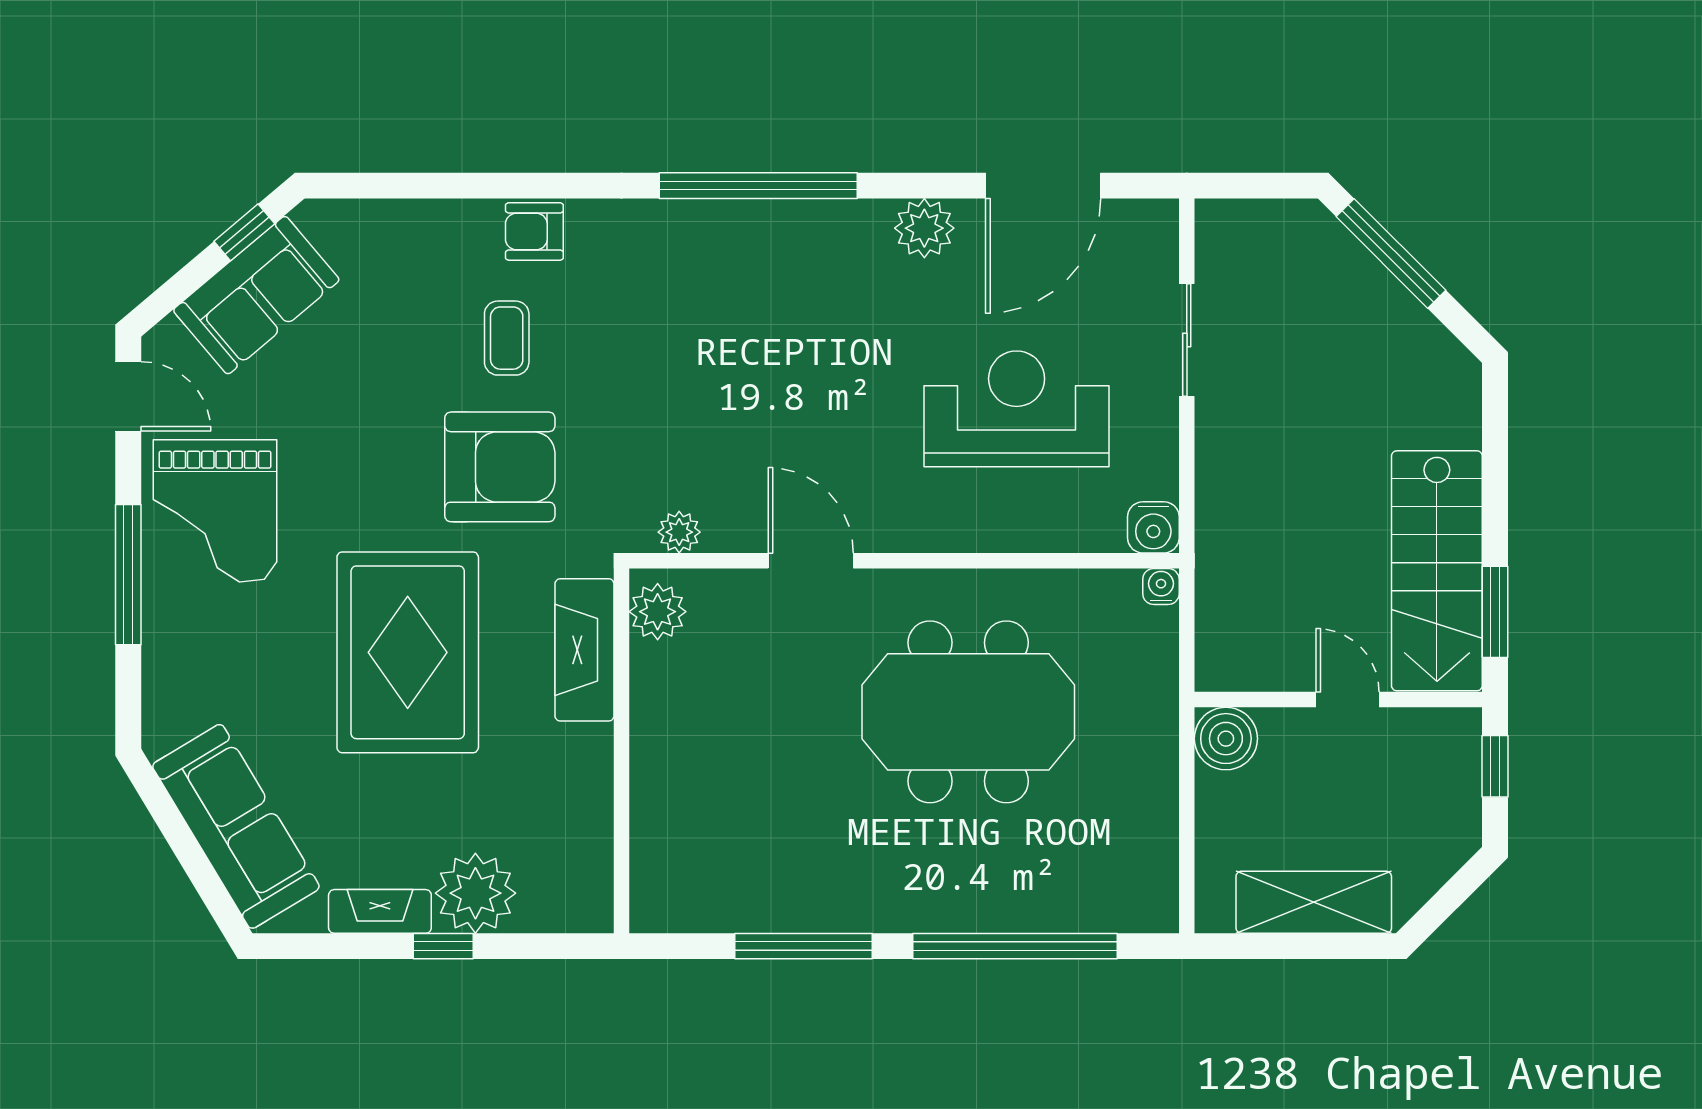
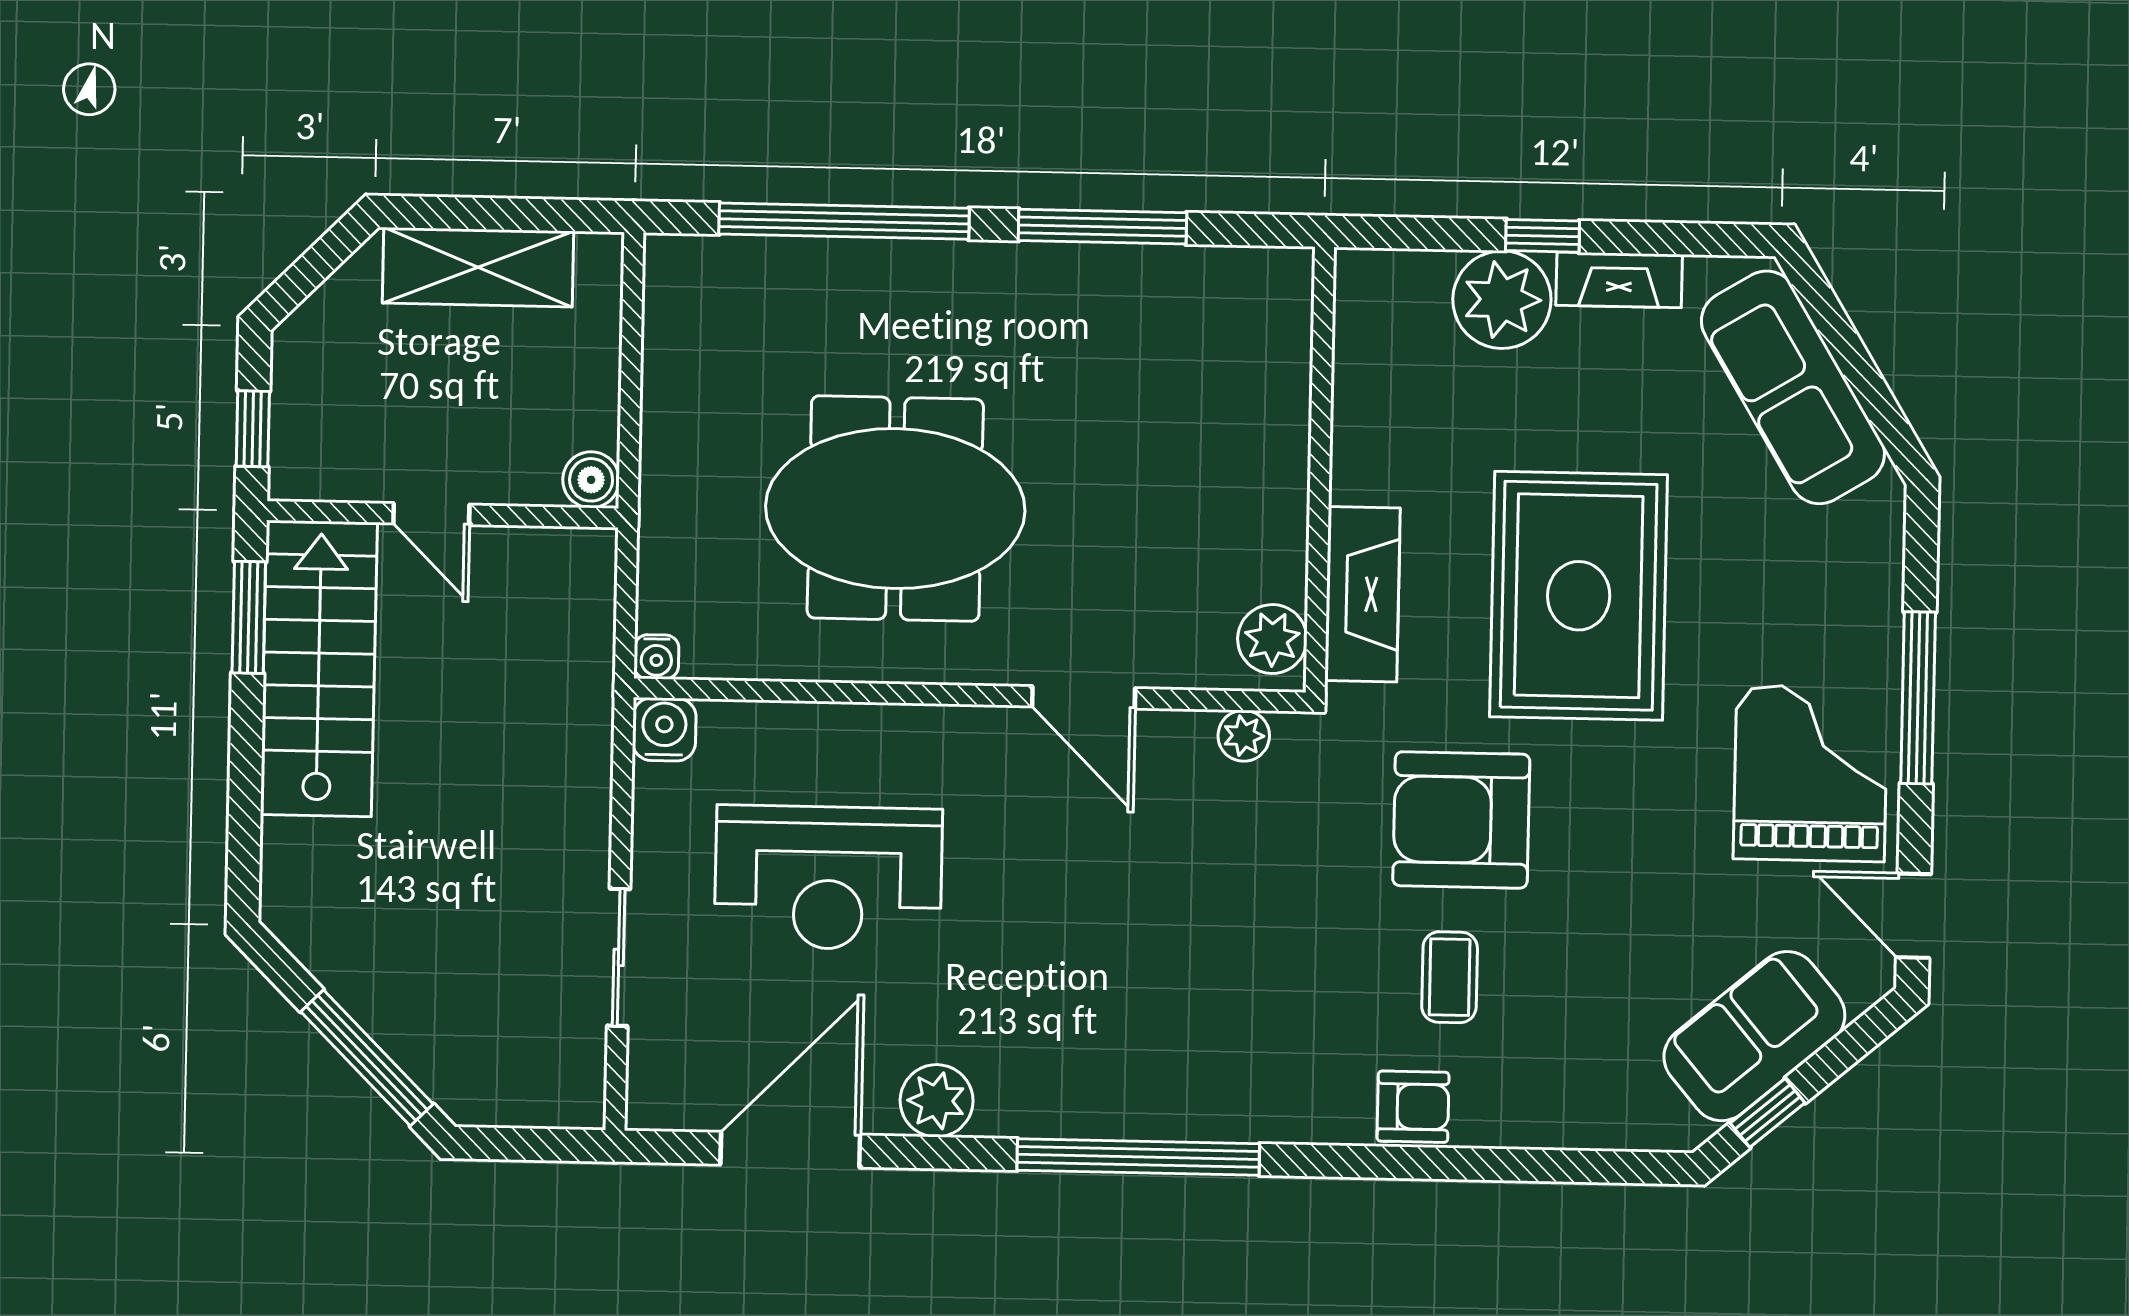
boiler: (1226, 739) -> (591, 480), width x0.73, depth x0.73

